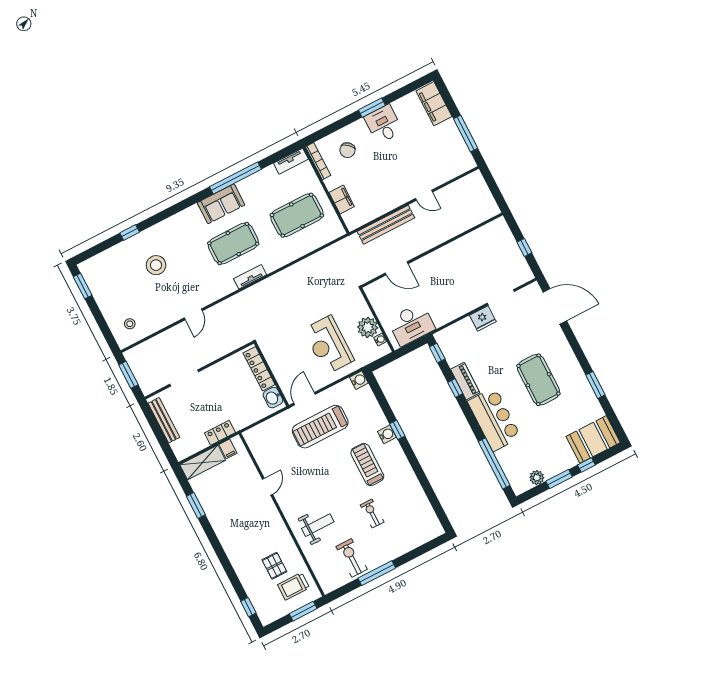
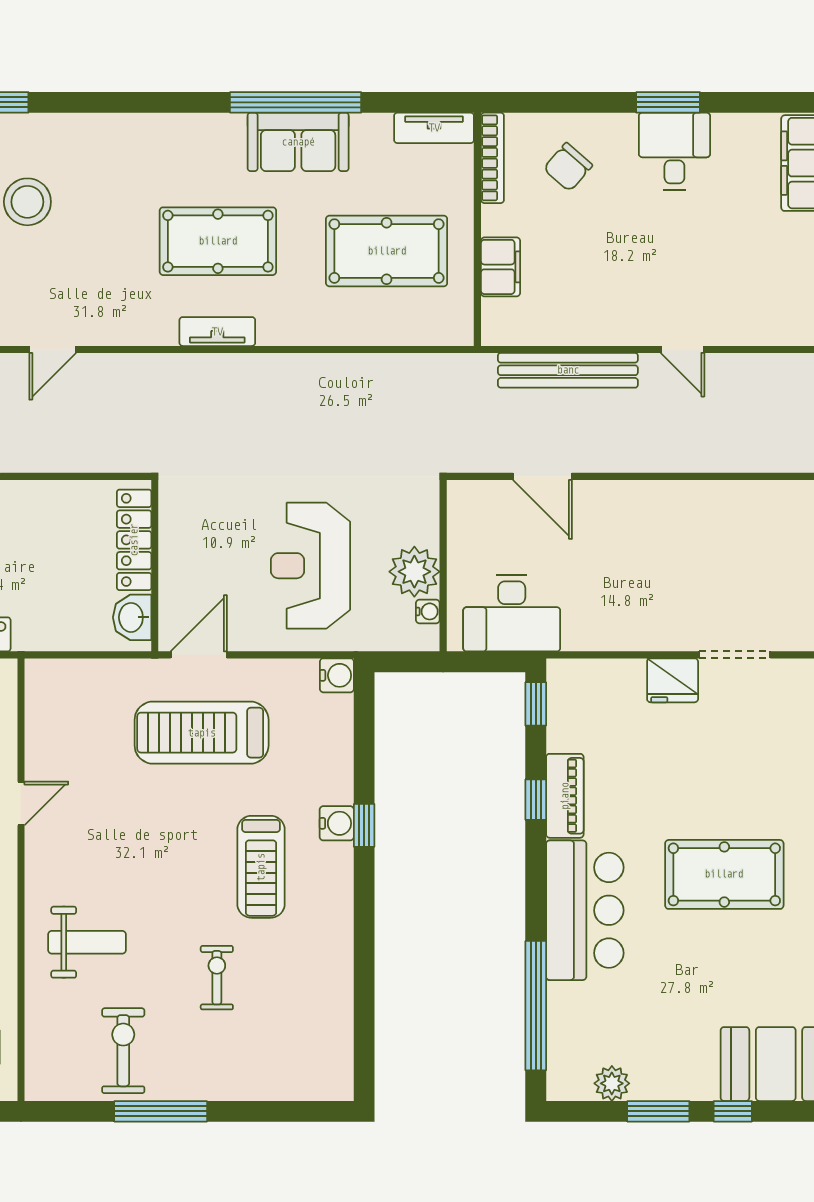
sofa: (221, 204) -> (298, 142), moved
pool table: (538, 380) -> (724, 874), turned 90
treadmill: (367, 465) -> (261, 867), turned 180

